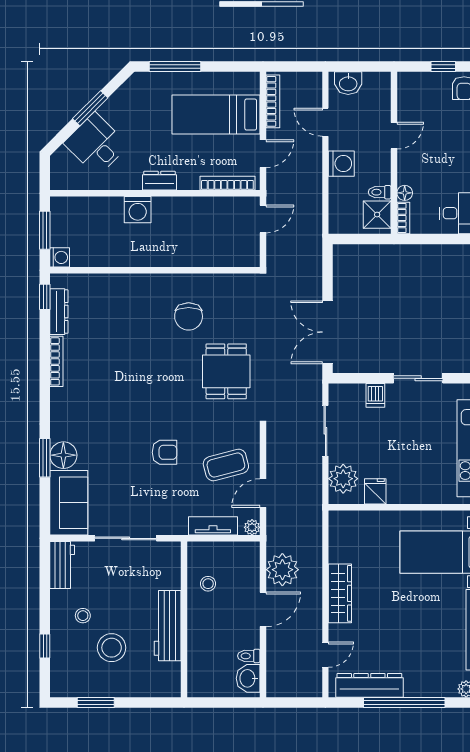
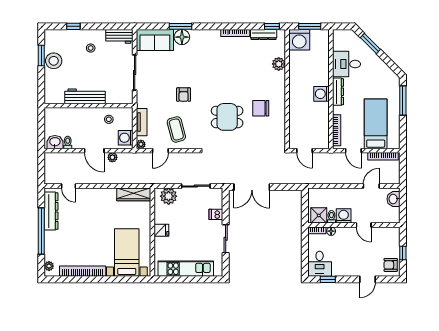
window: (90, 108) -> (370, 43), moved
desk: (96, 144) -> (346, 64), moved, turned -135
washing machine: (341, 164) -> (344, 216), moved, turned 180
dresser: (160, 181) -> (338, 92), width x1.44
washing machine: (138, 210) -> (322, 94), moved
door: (263, 219) -> (305, 151), moved
washing machine: (60, 257) -> (299, 40), width x1.89, depth x1.89
plant: (111, 285) -> (279, 64), added
double door: (327, 332) -> (252, 187), swing flipped
dining table: (226, 371) -> (227, 117), moved
fridge: (375, 491) -> (161, 230), moved
door: (263, 493) -> (160, 151), swing flipped
washing machine: (241, 554) -> (126, 138), added
plant: (282, 570) -> (112, 157), width x0.53, depth x0.53
wardrobe: (340, 593) -> (134, 194), moved
stool: (112, 648) -> (54, 61), moved

